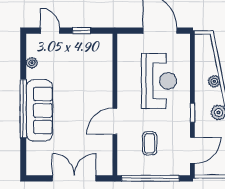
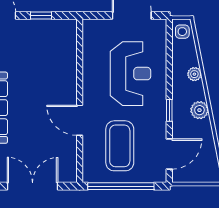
side table: (204, 45) -> (182, 32), added
door: (115, 121) -> (80, 120), hinge flipped
coffee table: (150, 143) -> (120, 146), width x1.86, depth x1.72

